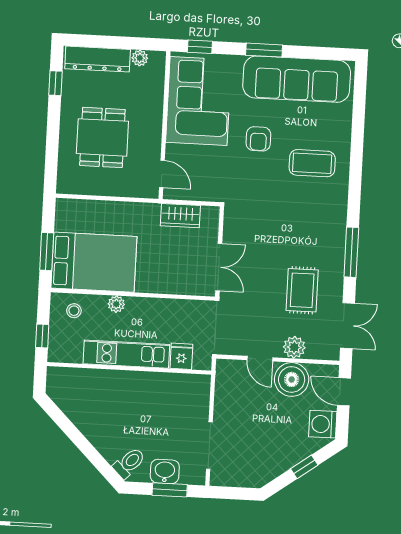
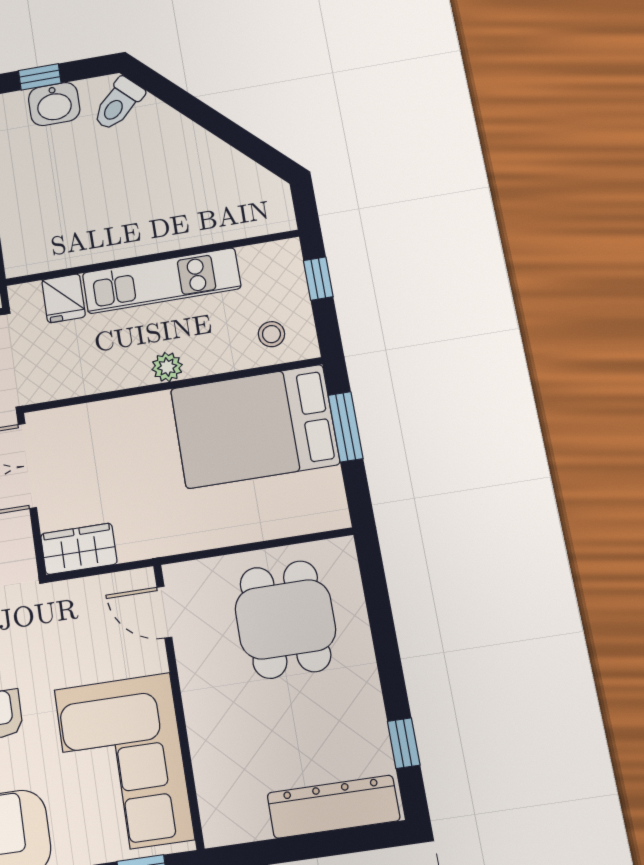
plant: (140, 58) -> (253, 825), removed
dining table: (102, 137) -> (285, 619), moved
wardrobe: (180, 216) -> (79, 549), moved
plant: (116, 304) -> (167, 367), moved
window: (170, 490) -> (40, 77), width x0.67

